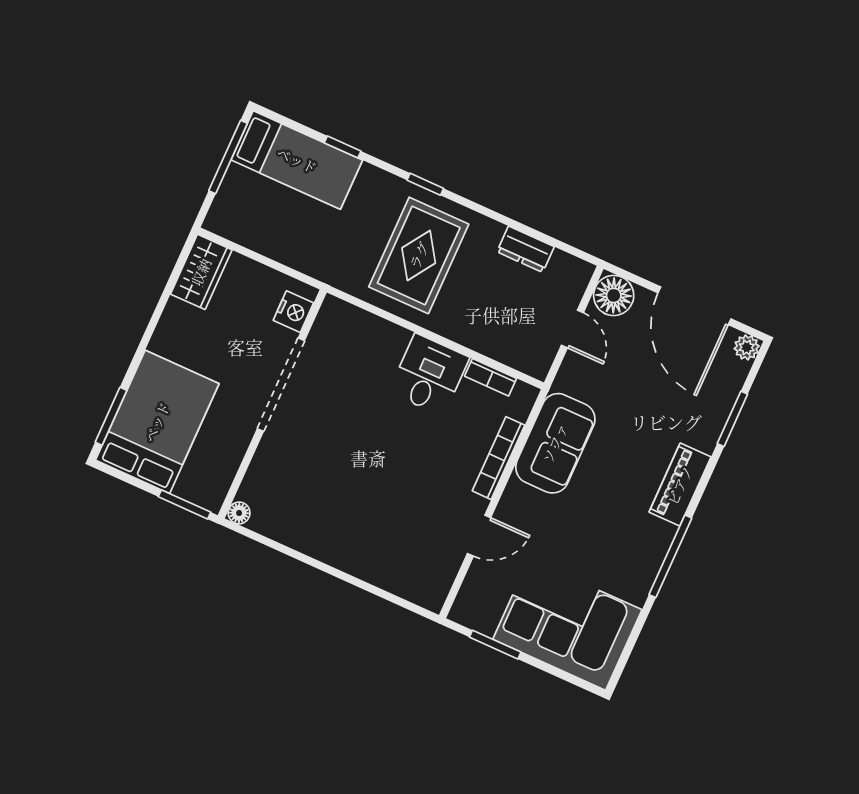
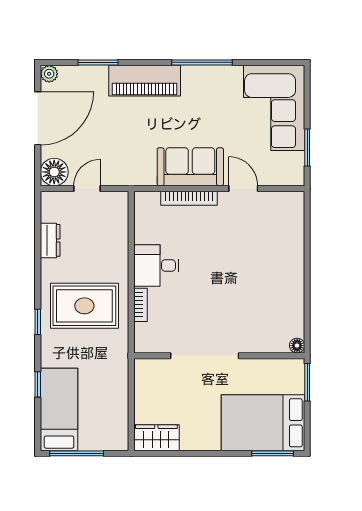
nightstand: (293, 312) -> (155, 369), removed
bookcase: (491, 377) -> (140, 305), moved
sofa: (555, 443) -> (190, 167), moved
piano: (680, 485) -> (145, 81), width x1.37, depth x1.33

